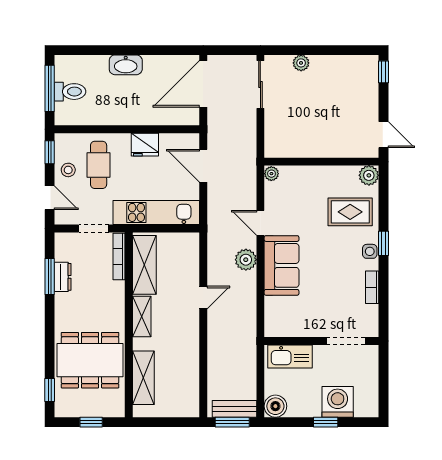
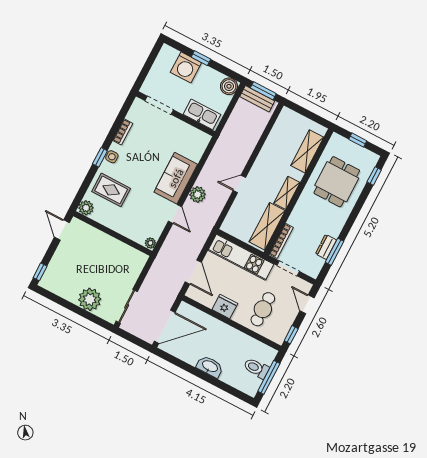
plant: (301, 63) -> (90, 299), width x1.88, depth x1.88
stool: (68, 170) -> (285, 316), removed
dining table: (90, 360) -> (337, 182), width x0.73

